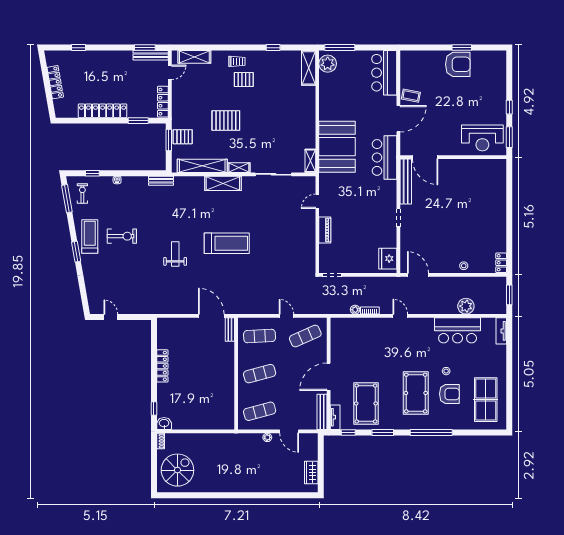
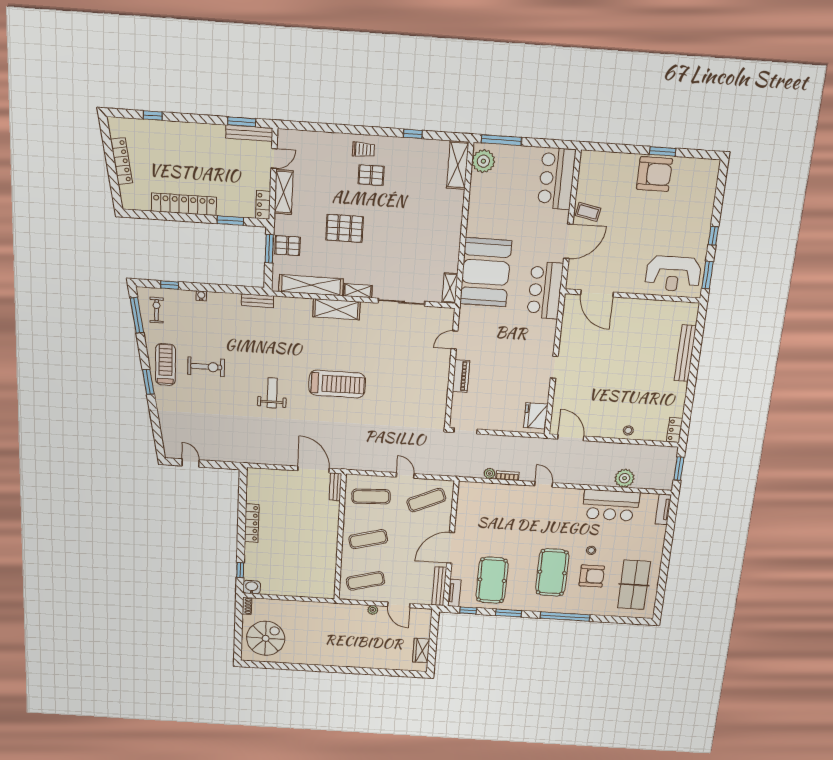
shelving: (194, 57) -> (284, 192), moved, turned 90
locker: (163, 102) -> (263, 205), width x0.66
bench: (406, 182) -> (685, 353), moved

